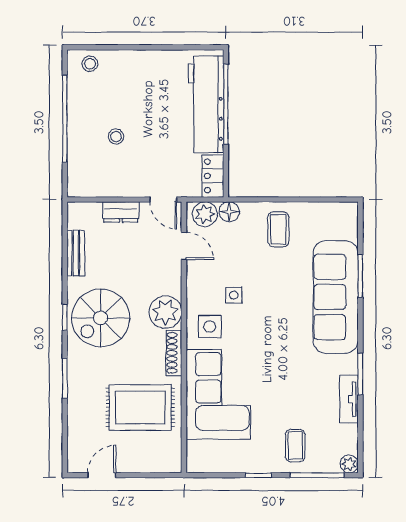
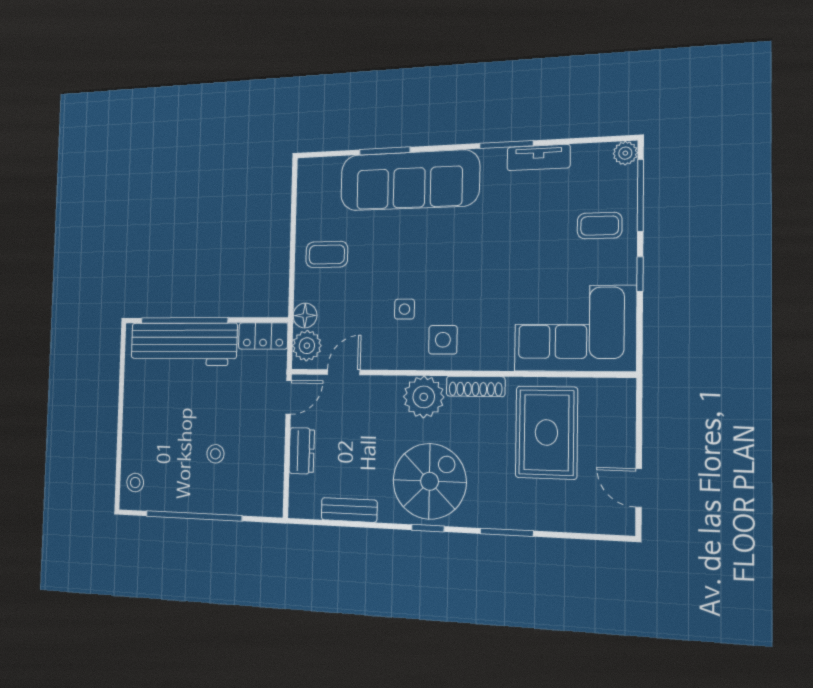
spiral stairs: (101, 318) -> (430, 481), turned -90
corner sofa: (218, 394) -> (575, 328), moved

